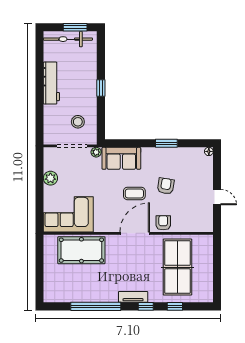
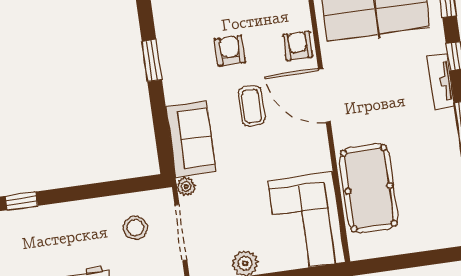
window: (101, 88) -> (21, 201), moved
armchair: (166, 186) -> (230, 51), turned 81
armchair: (163, 223) -> (298, 46), turned 90

